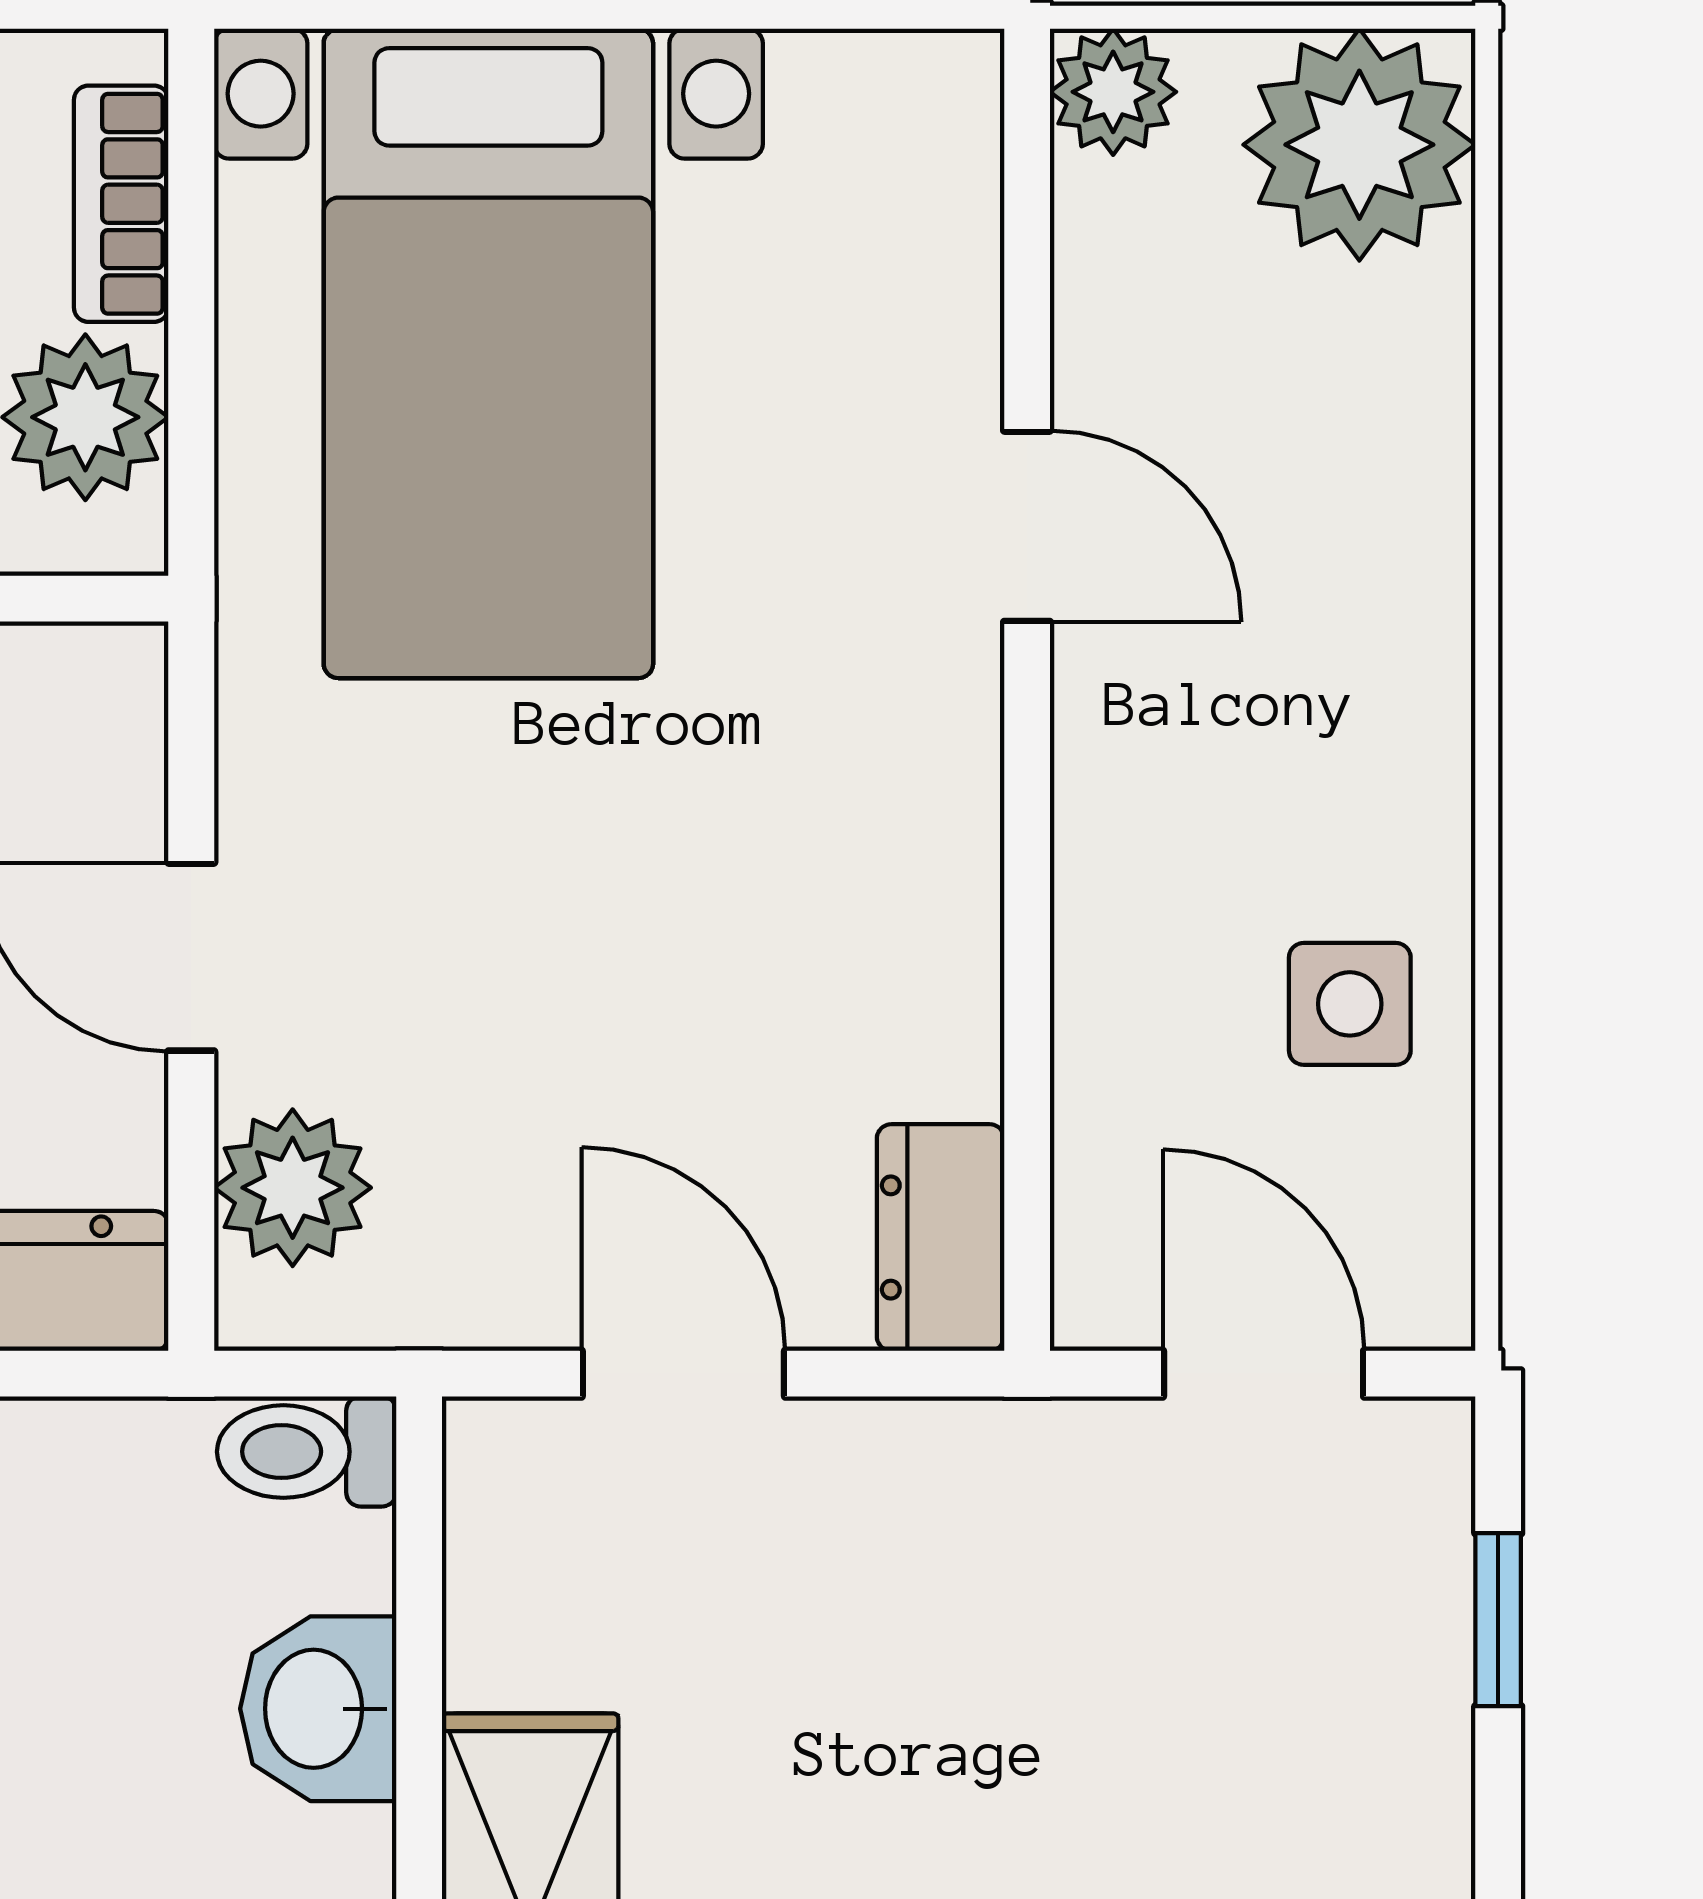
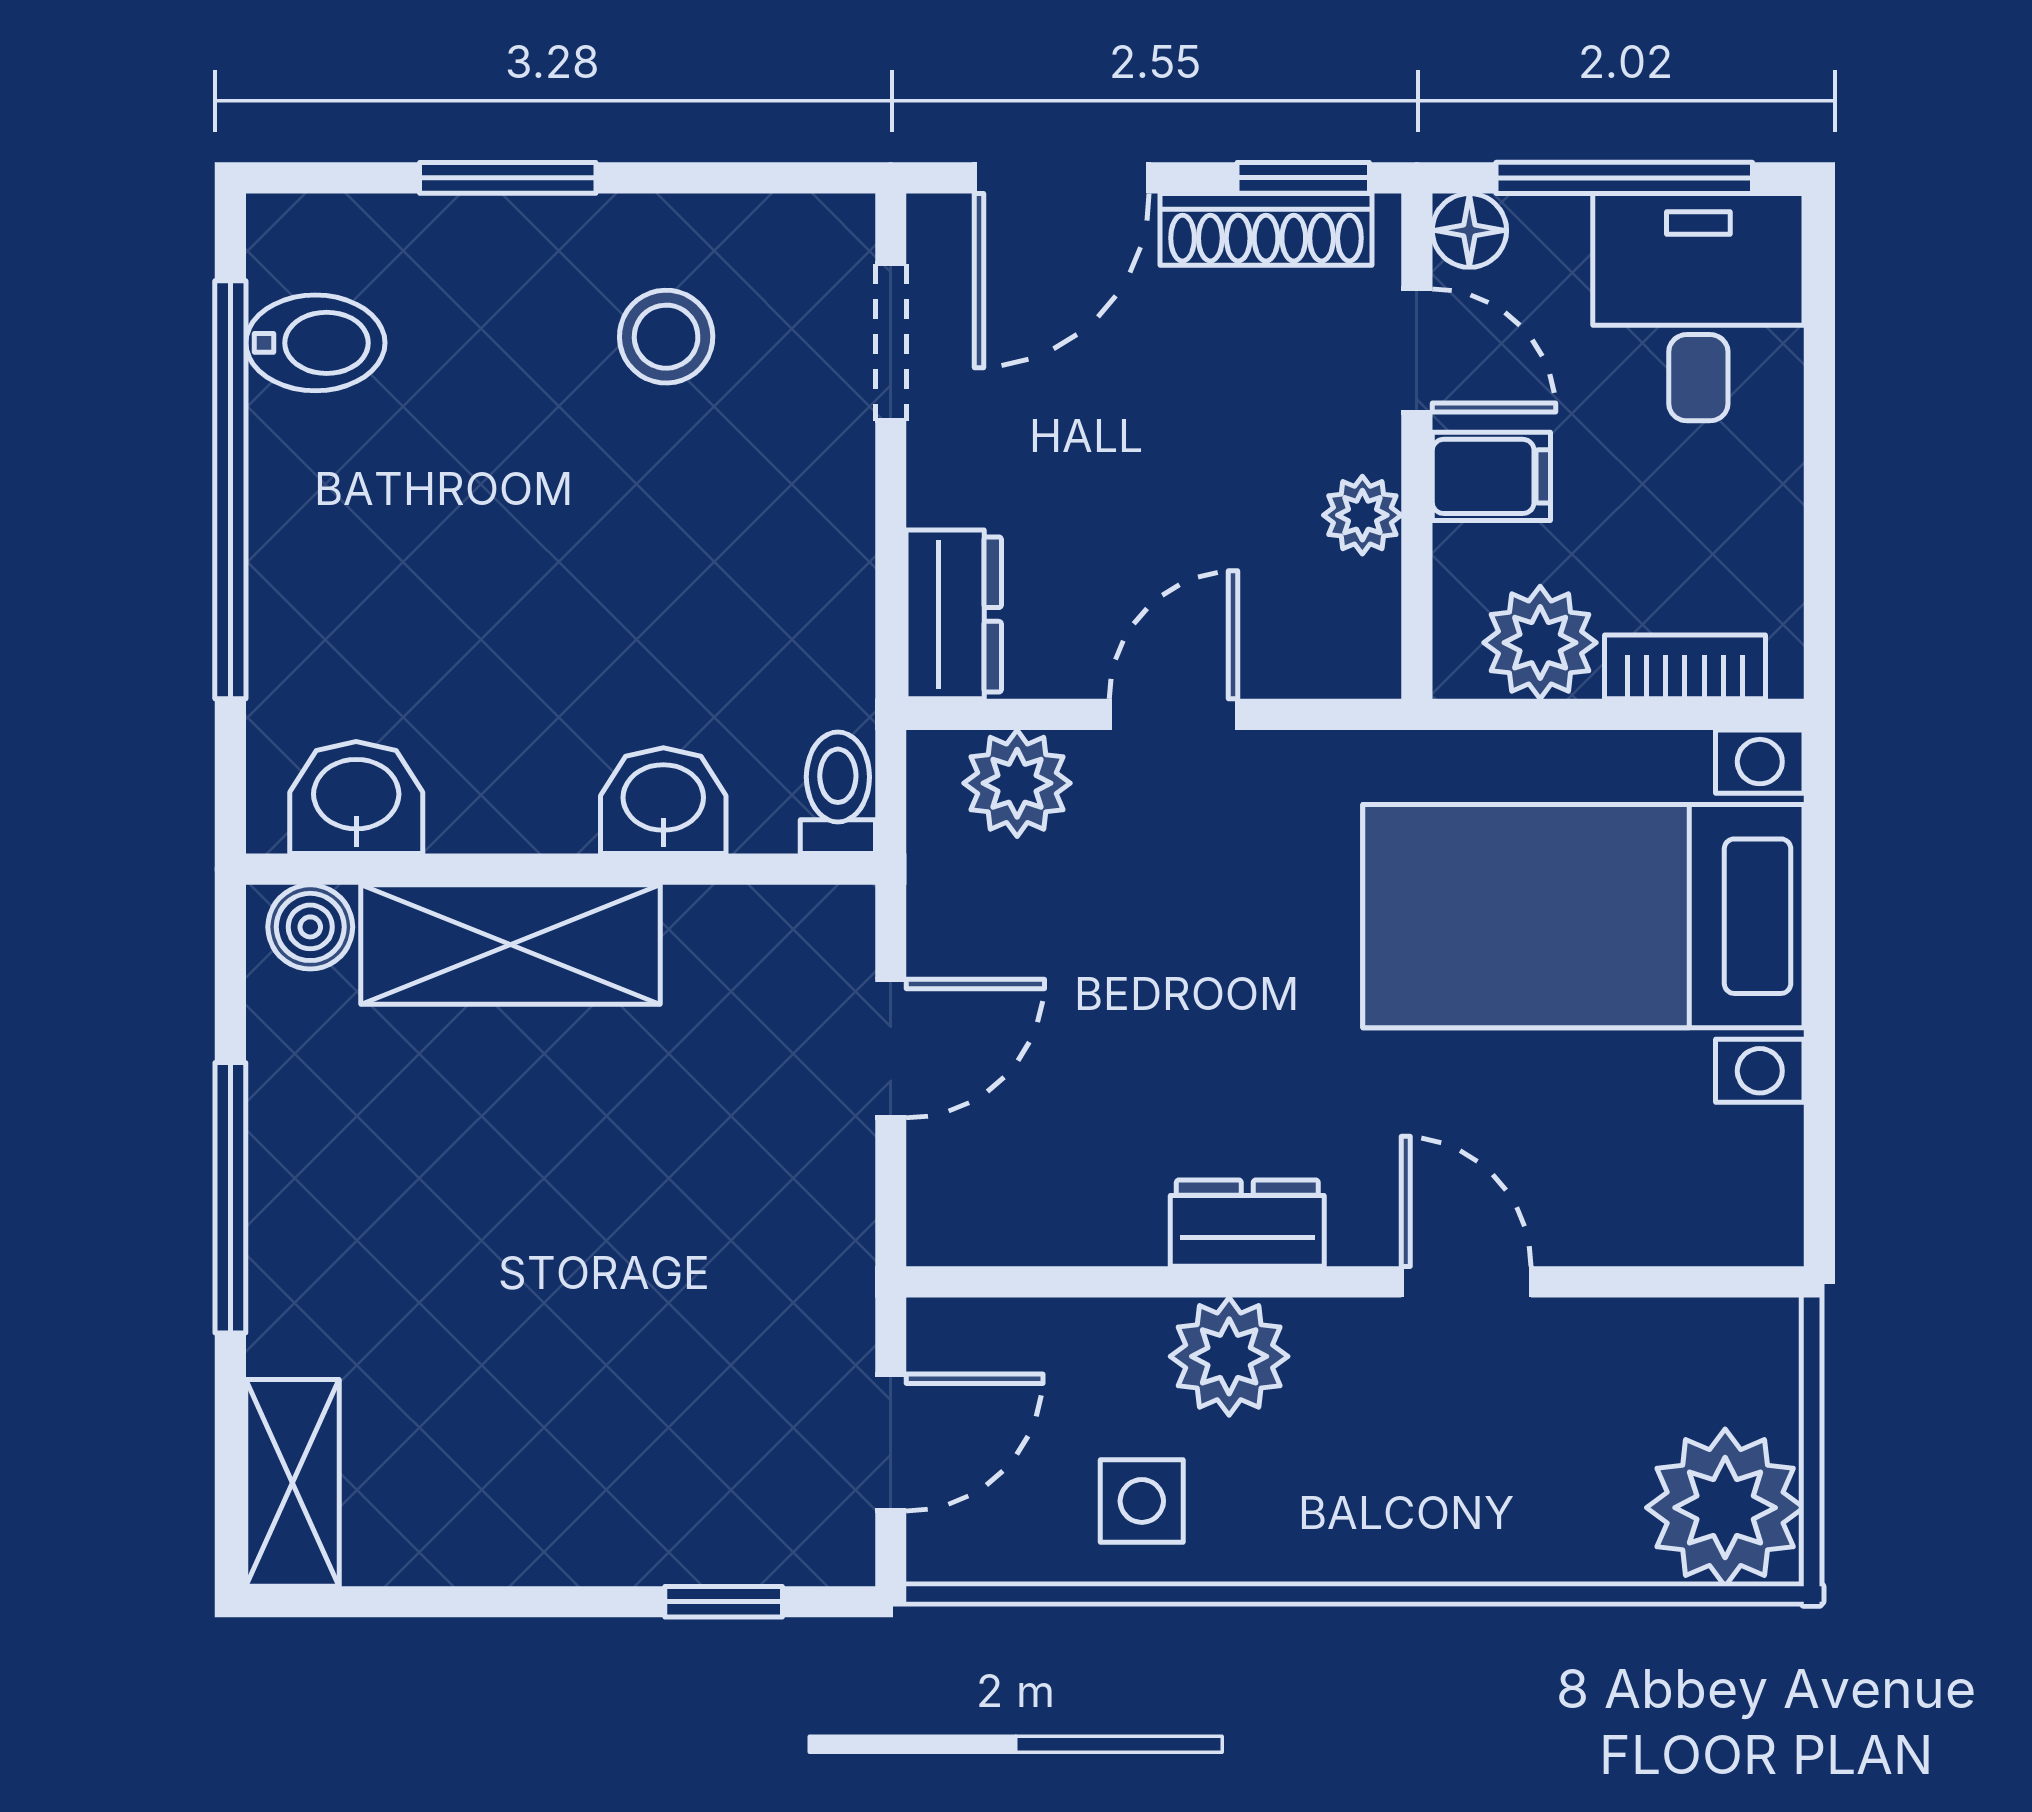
plant: (1113, 92) -> (1229, 1356), moved, width x1.38, depth x1.38
door: (1027, 526) -> (1466, 1282), swing flipped
dresser: (941, 1237) -> (1247, 1223), moved

